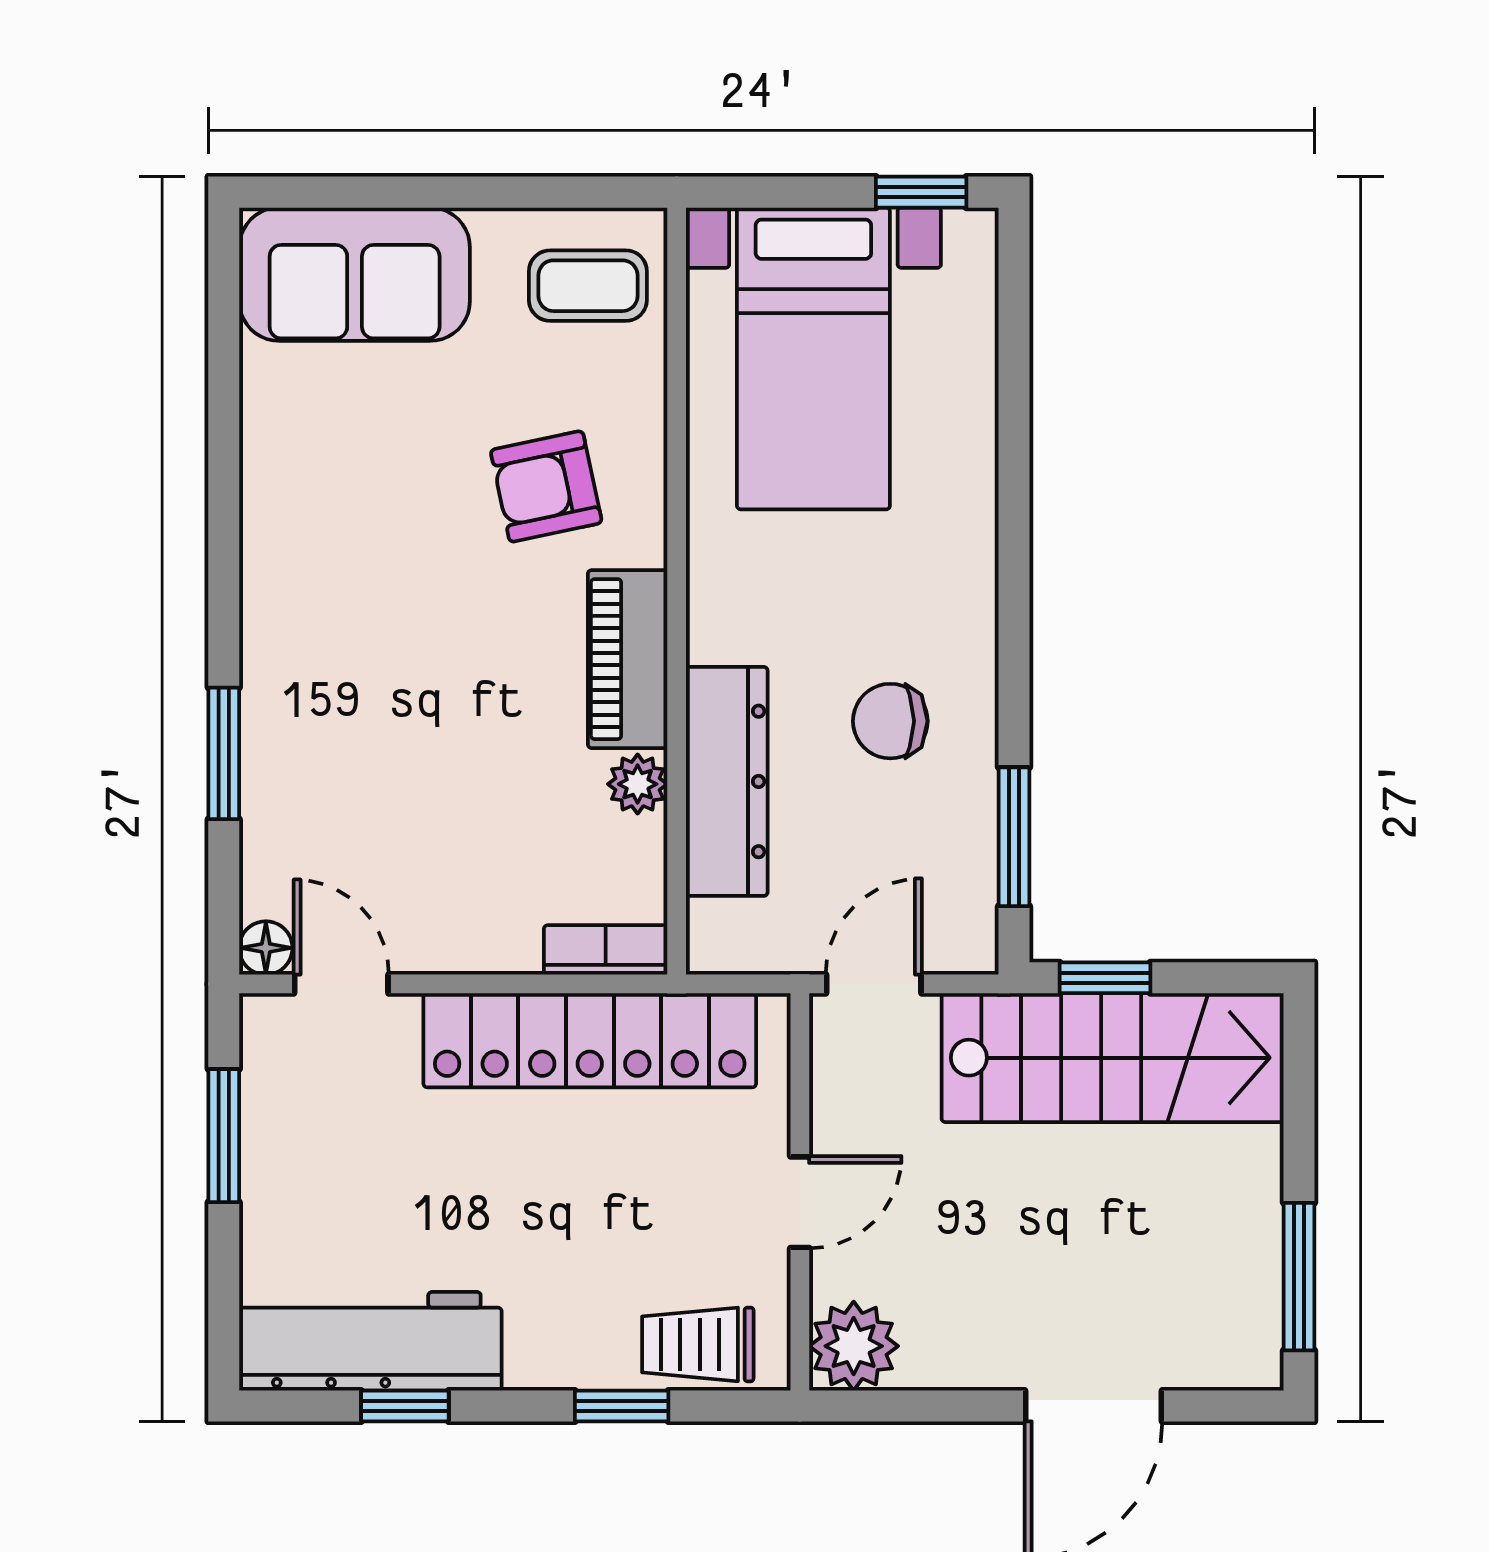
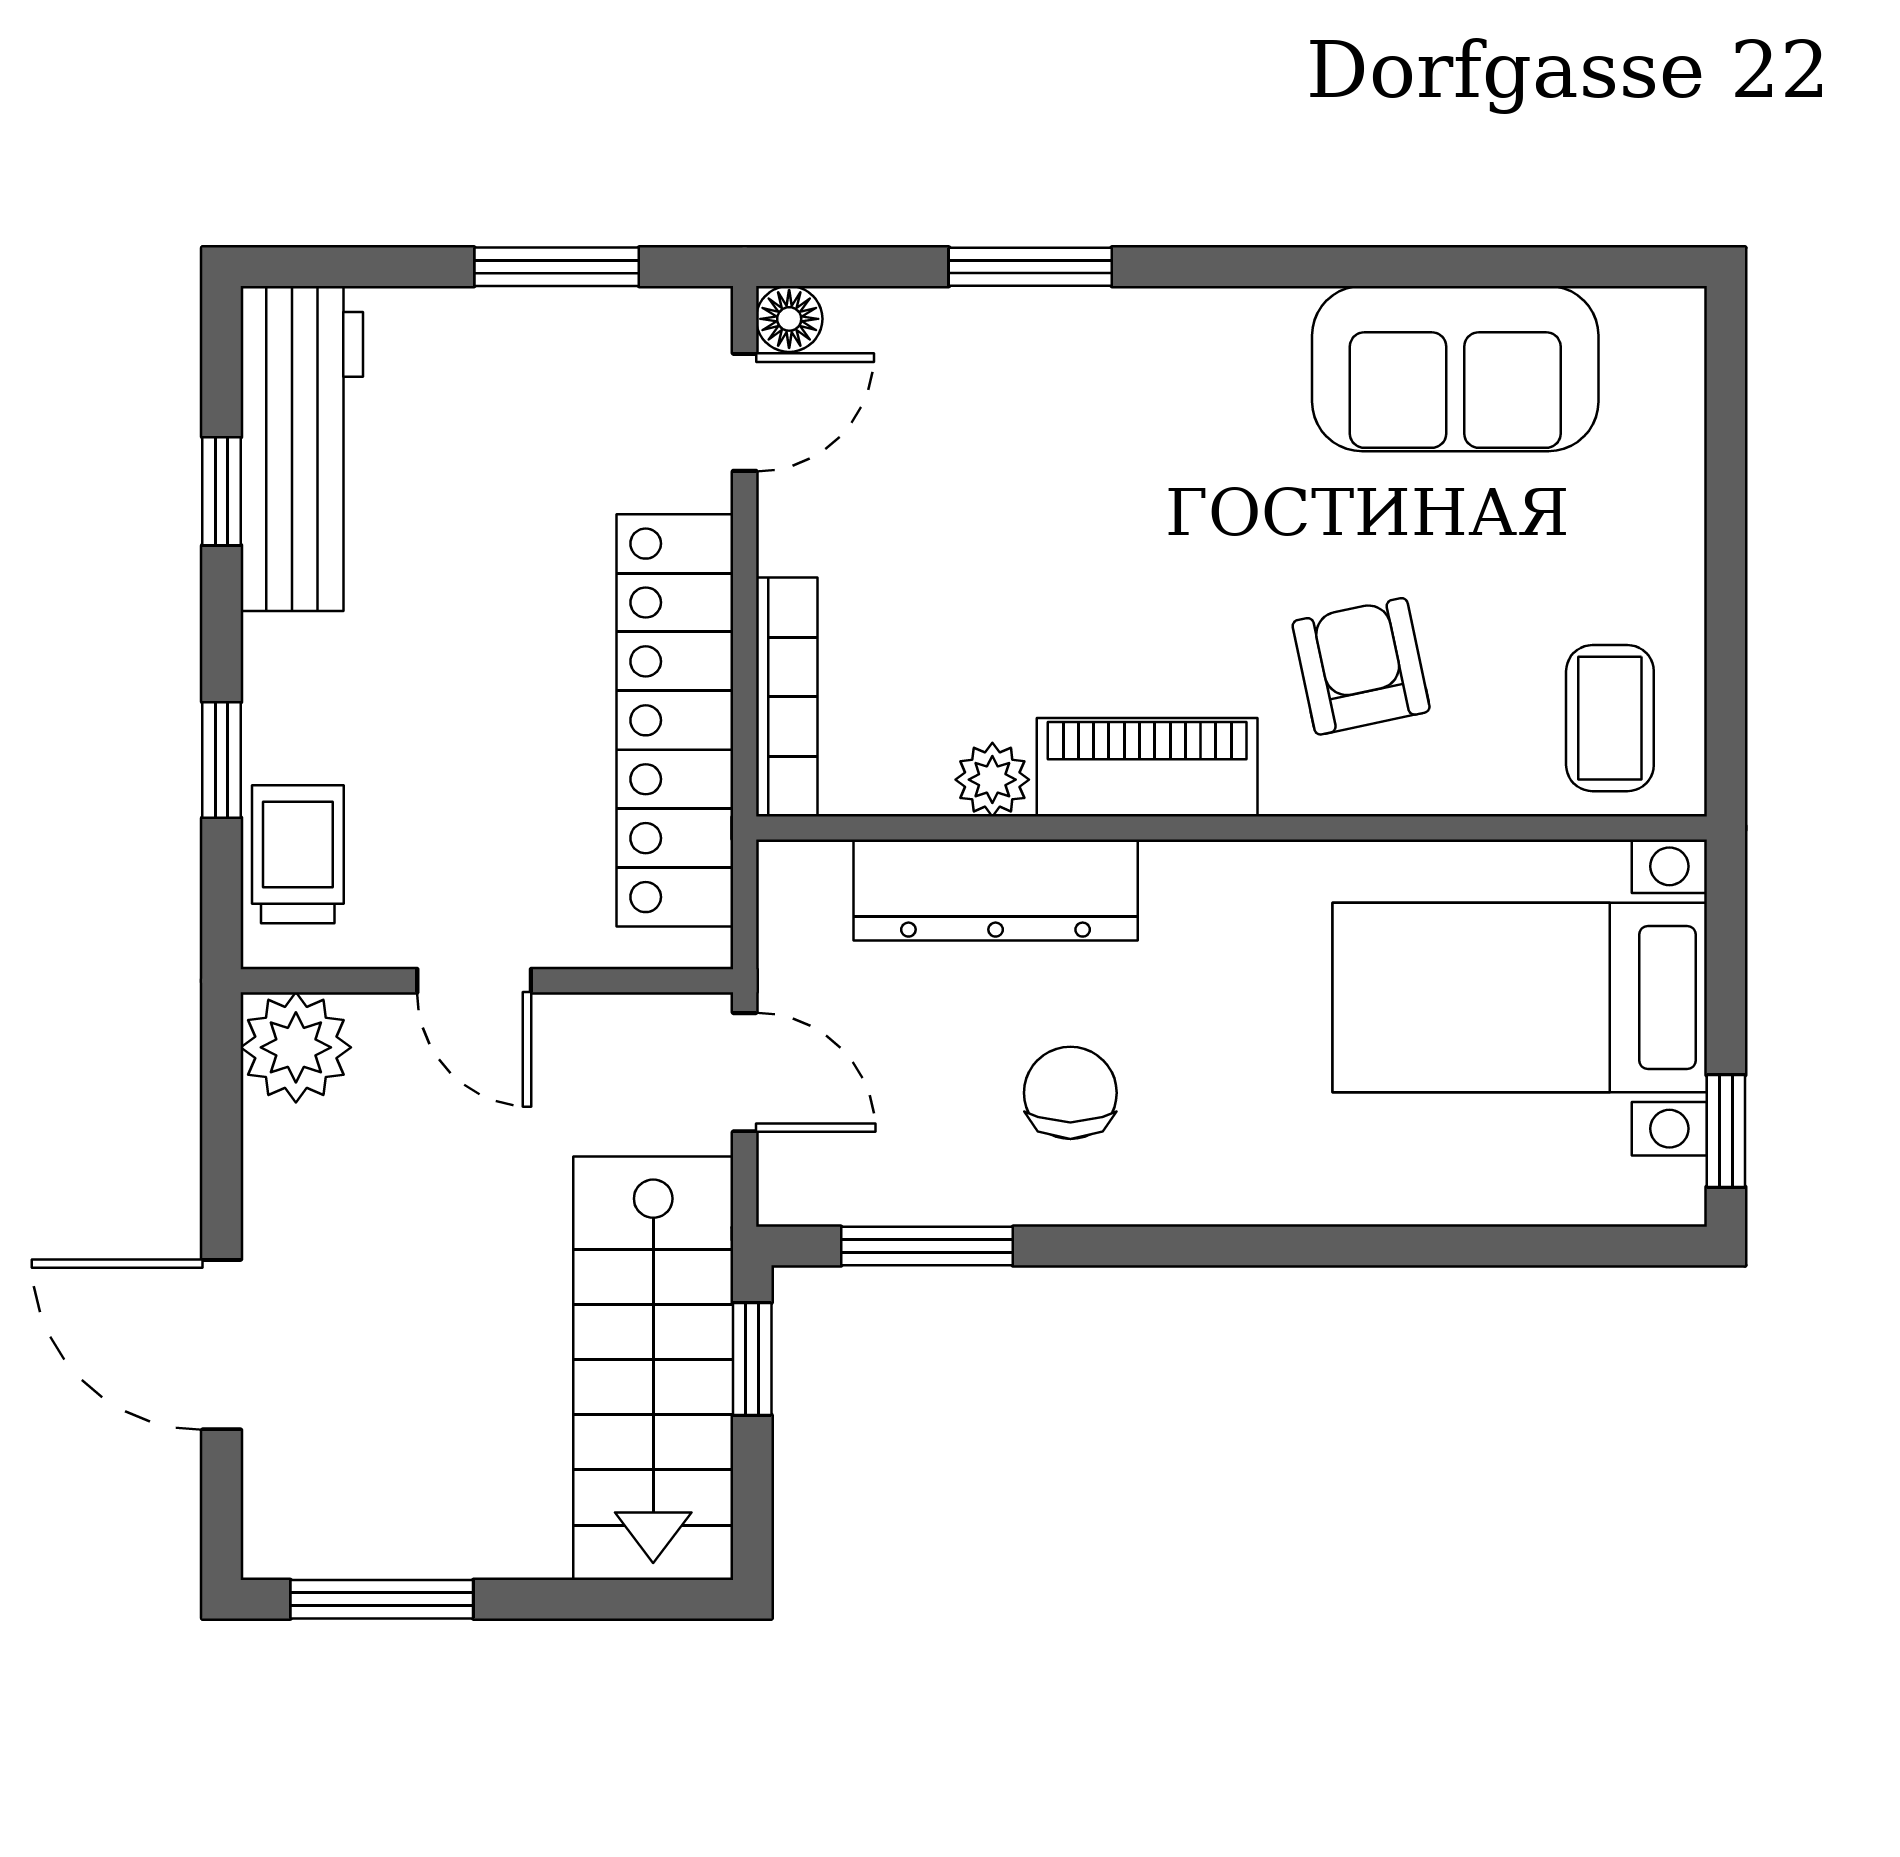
sofa: (355, 274) -> (1455, 369), moved, turned -90
bookcase: (606, 950) -> (787, 697), width x1.56

